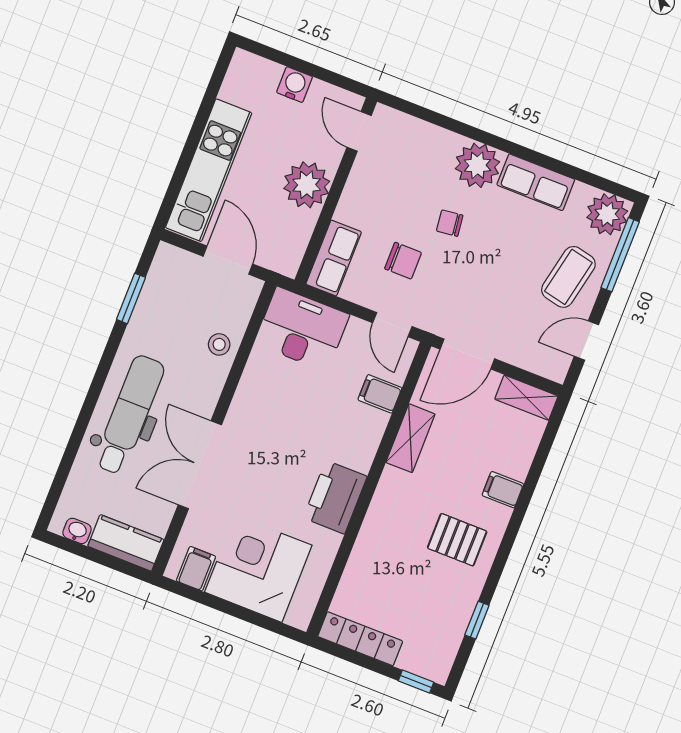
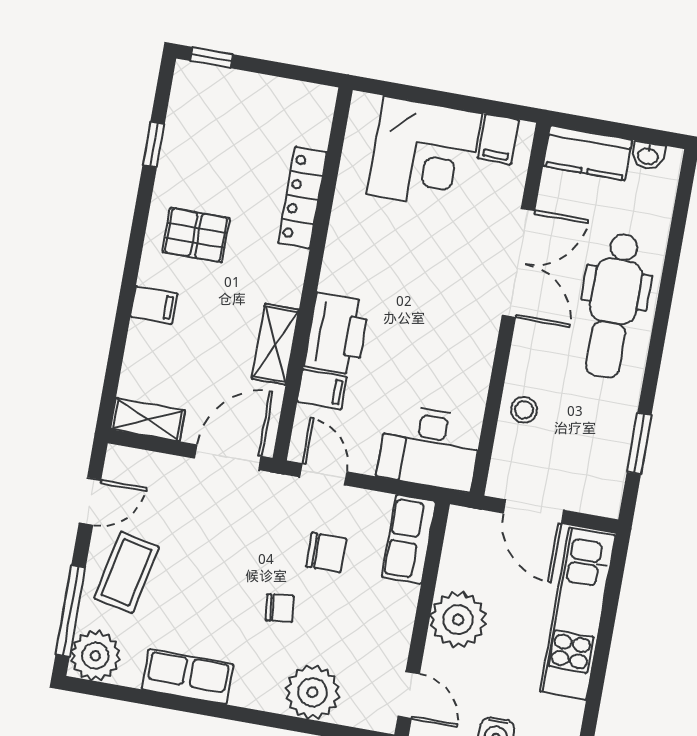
plant: (477, 165) -> (313, 692), moved
chair: (403, 261) -> (326, 553), turned 180
printer: (335, 497) -> (337, 334), moved
locker: (360, 639) -> (302, 198), moved, turned 90

